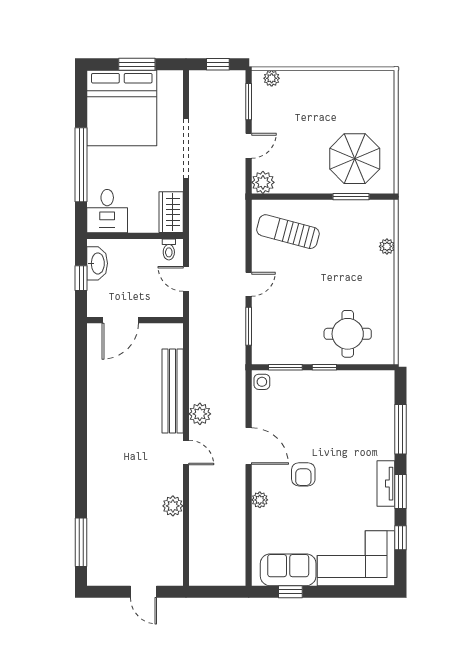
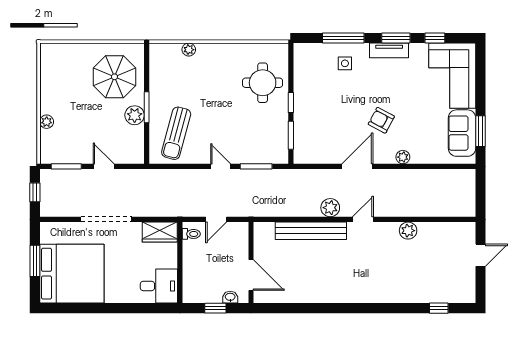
plant: (272, 78) -> (47, 122), moved
window: (81, 165) -> (120, 308), removed
plant: (263, 182) -> (135, 115), moved
window: (351, 197) -> (147, 107), moved
washbasin: (97, 263) -> (230, 297), moved, width x0.52, depth x0.69
side table: (262, 382) -> (345, 63), moved
armchair: (303, 474) -> (381, 120), turned -152
window: (81, 542) -> (439, 308), width x0.46
window: (290, 592) -> (480, 131), width x1.50

